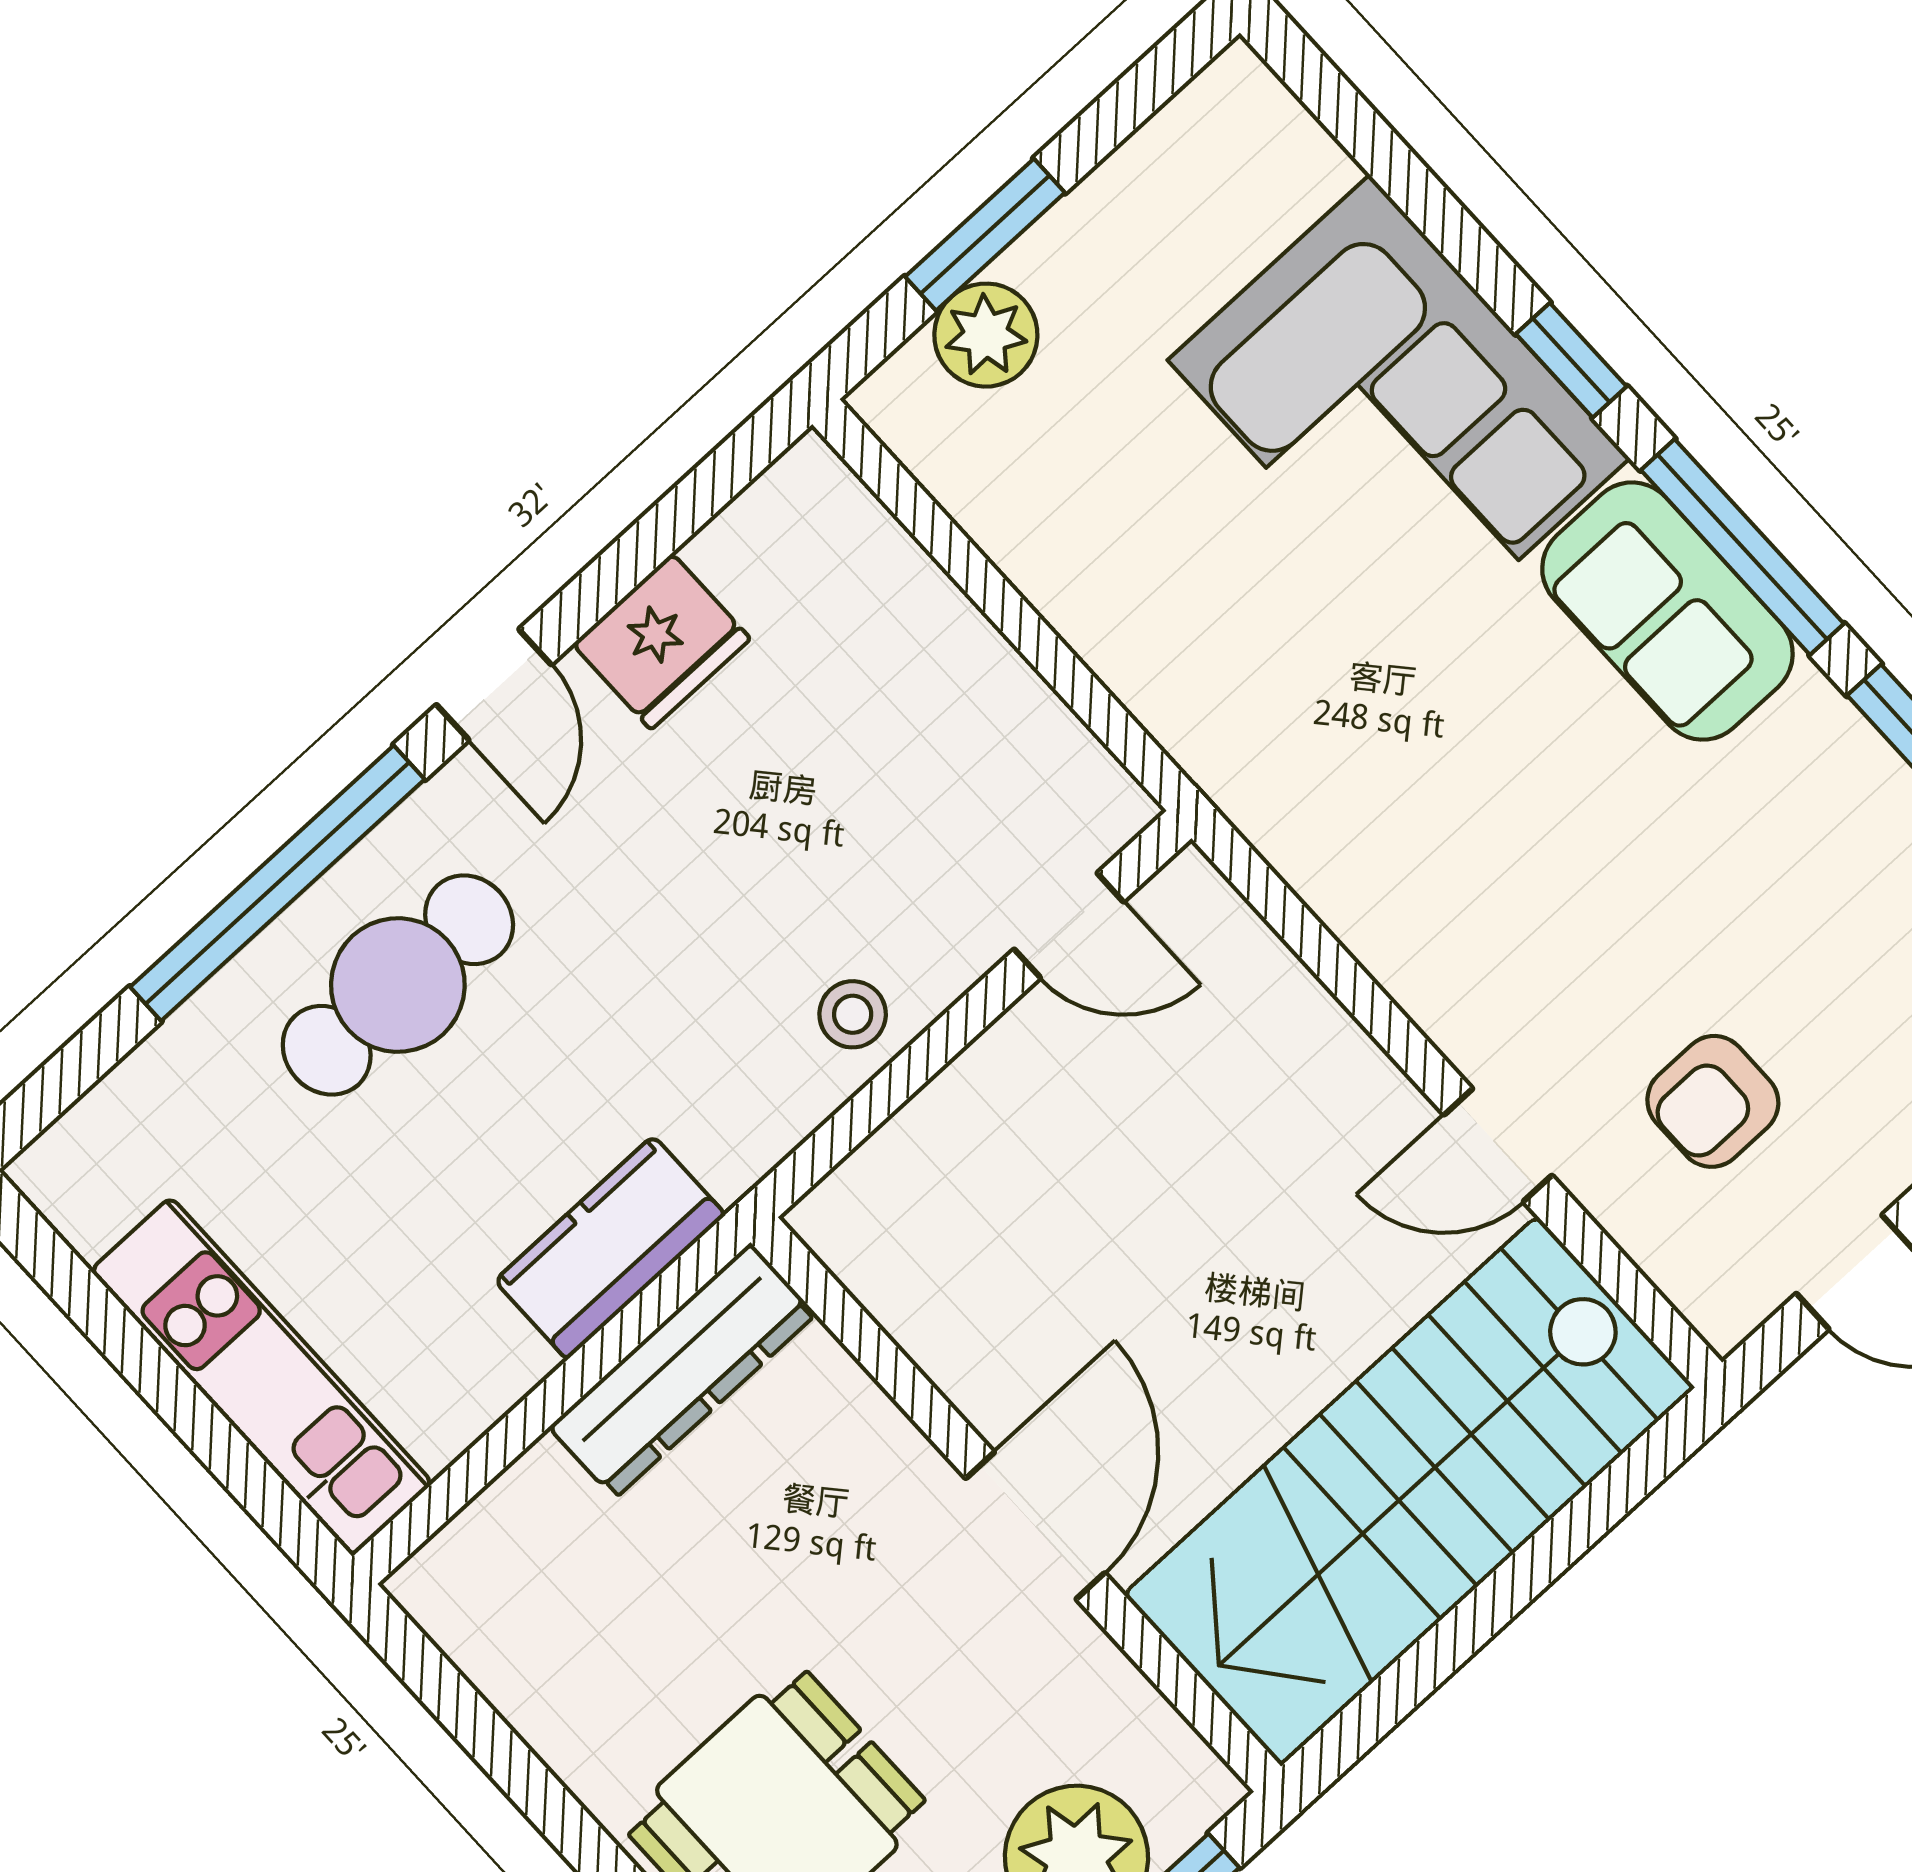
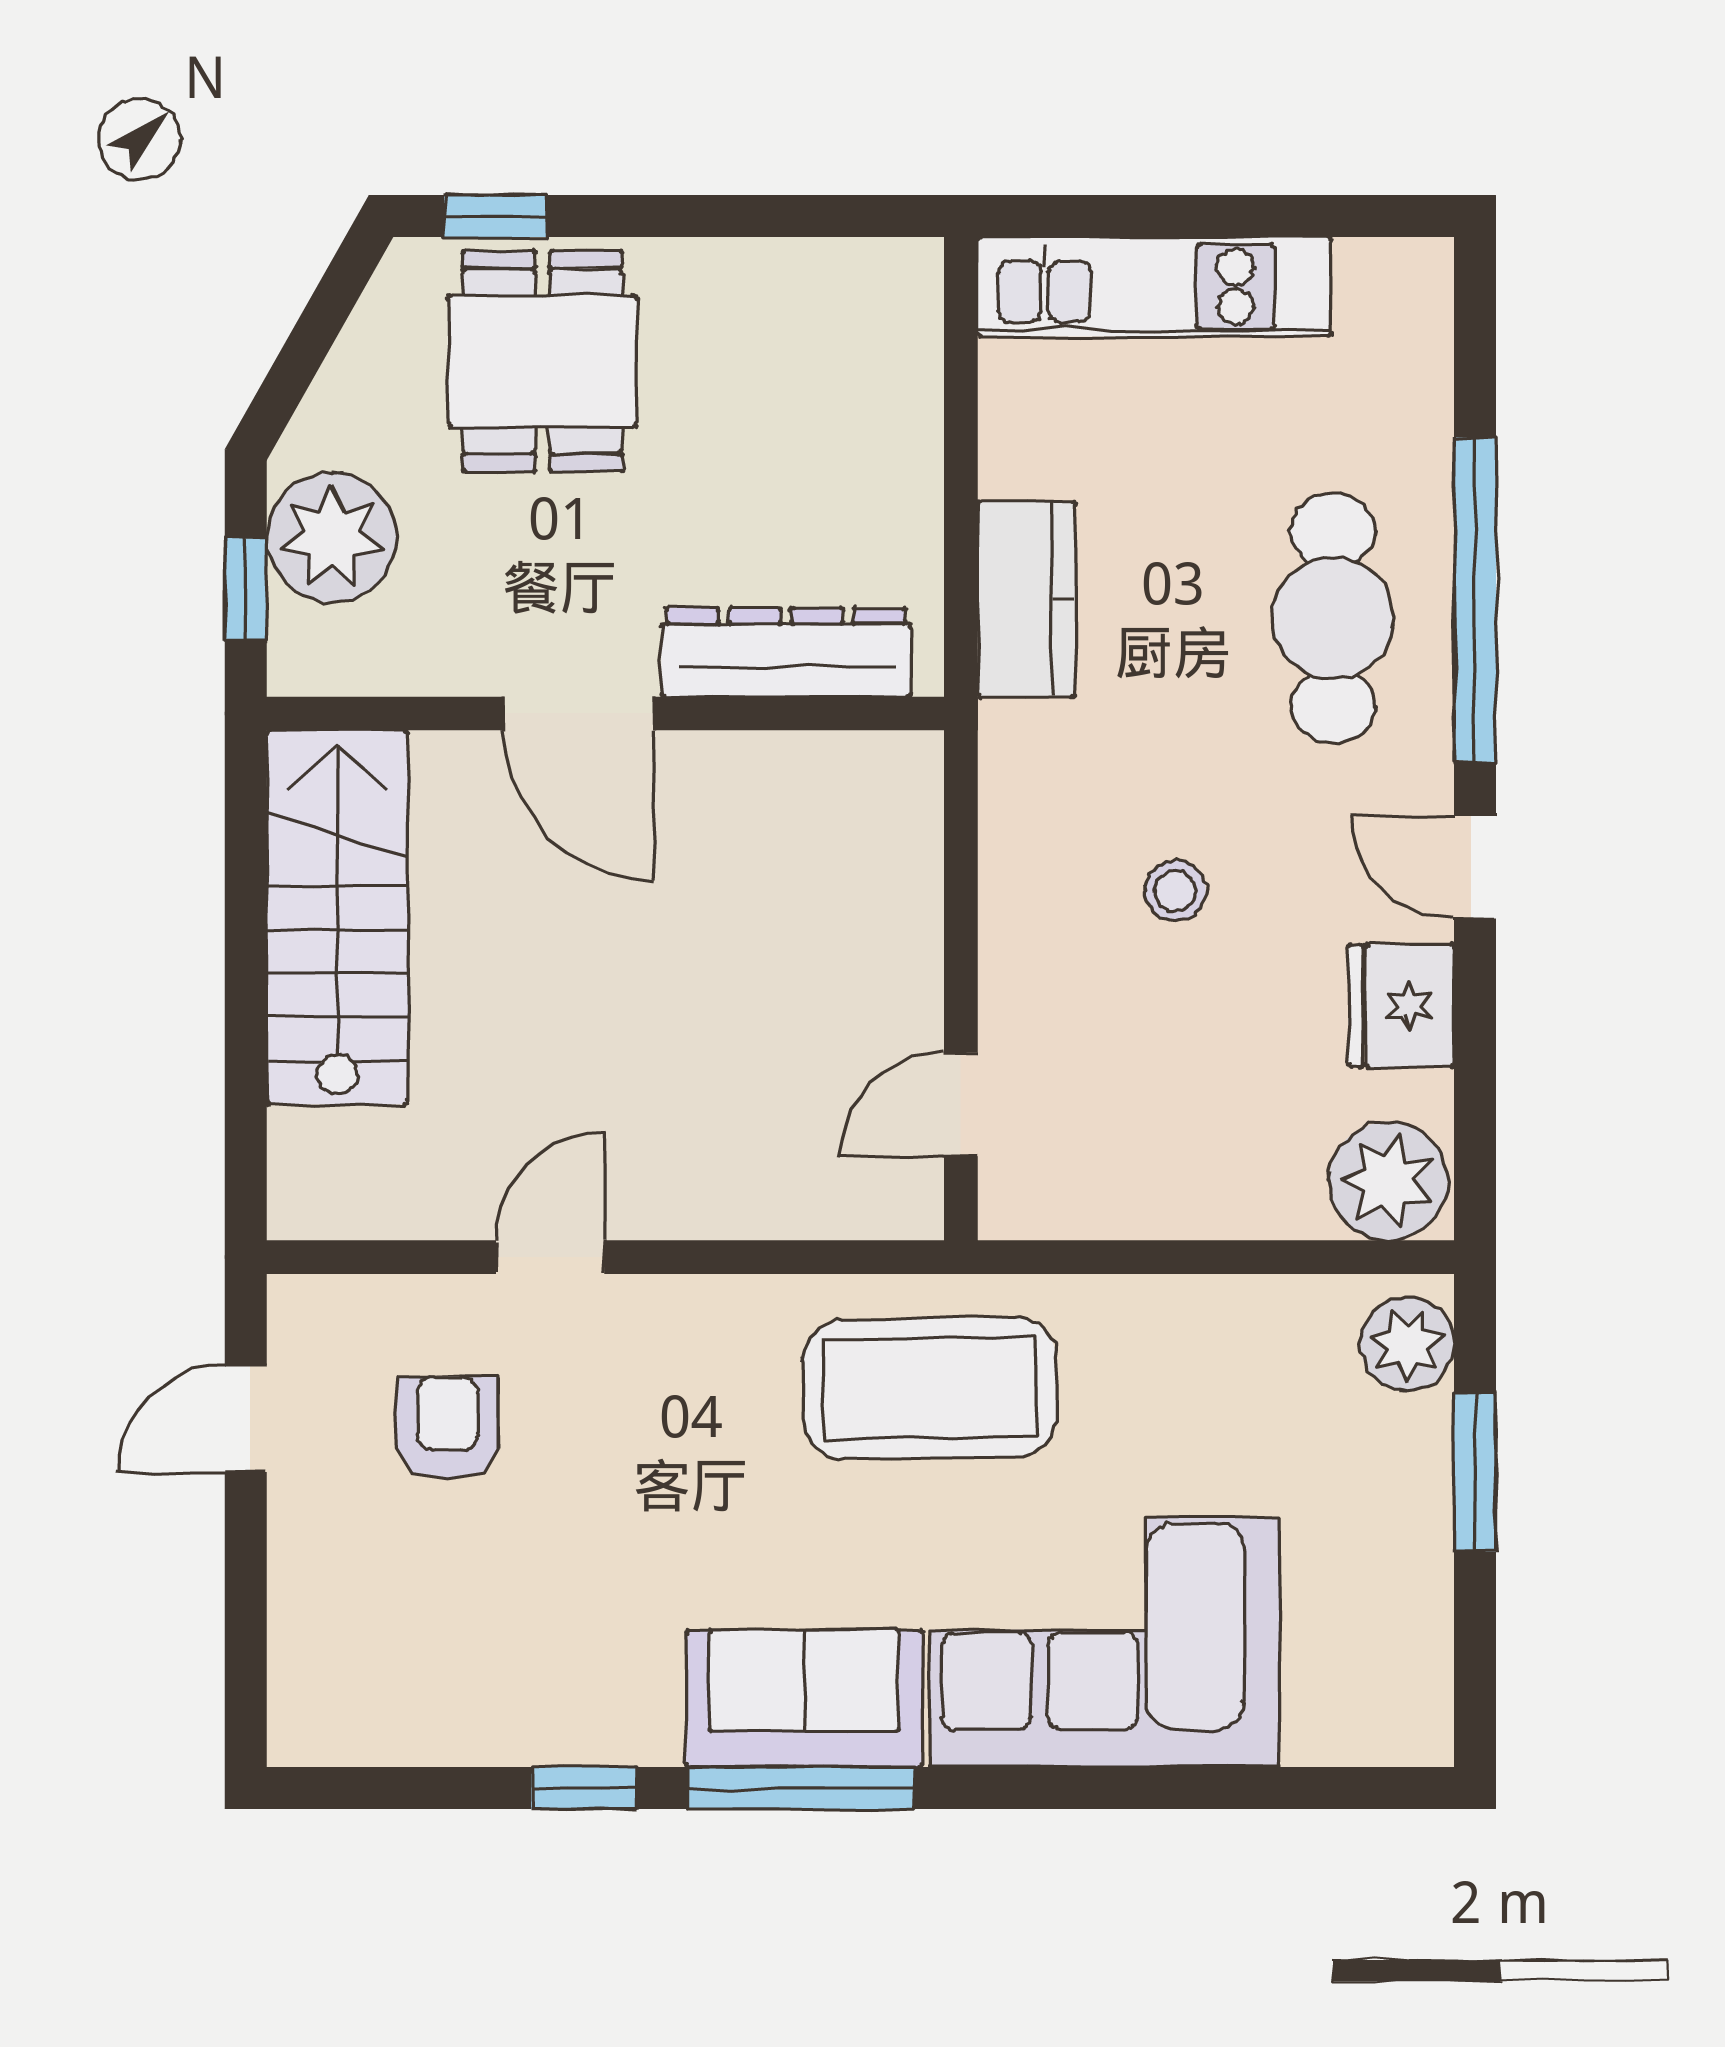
plant: (986, 335) -> (1407, 1344), moved
window: (1571, 360) -> (1031, 1788), removed
plant: (813, 522) -> (1388, 1181), added
coffee table: (1322, 740) -> (930, 1388), added
stool: (853, 1014) -> (1175, 891), moved
dresser: (682, 1371) -> (786, 652), moved, turned 90
stairs: (1409, 1491) -> (337, 917), width x0.73, depth x0.66

